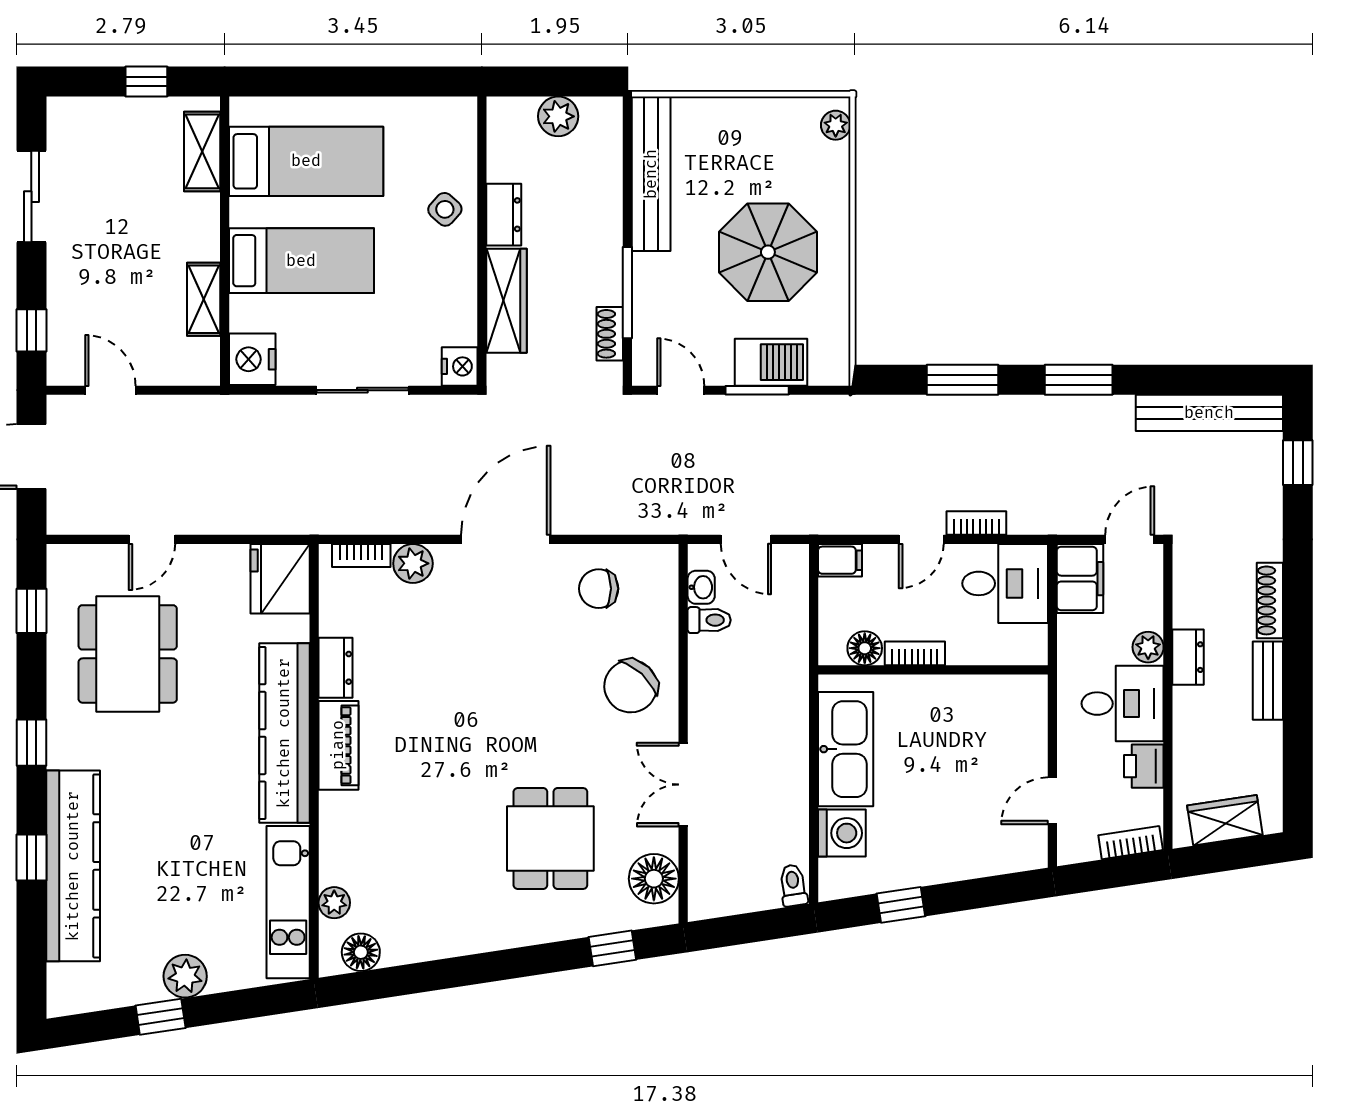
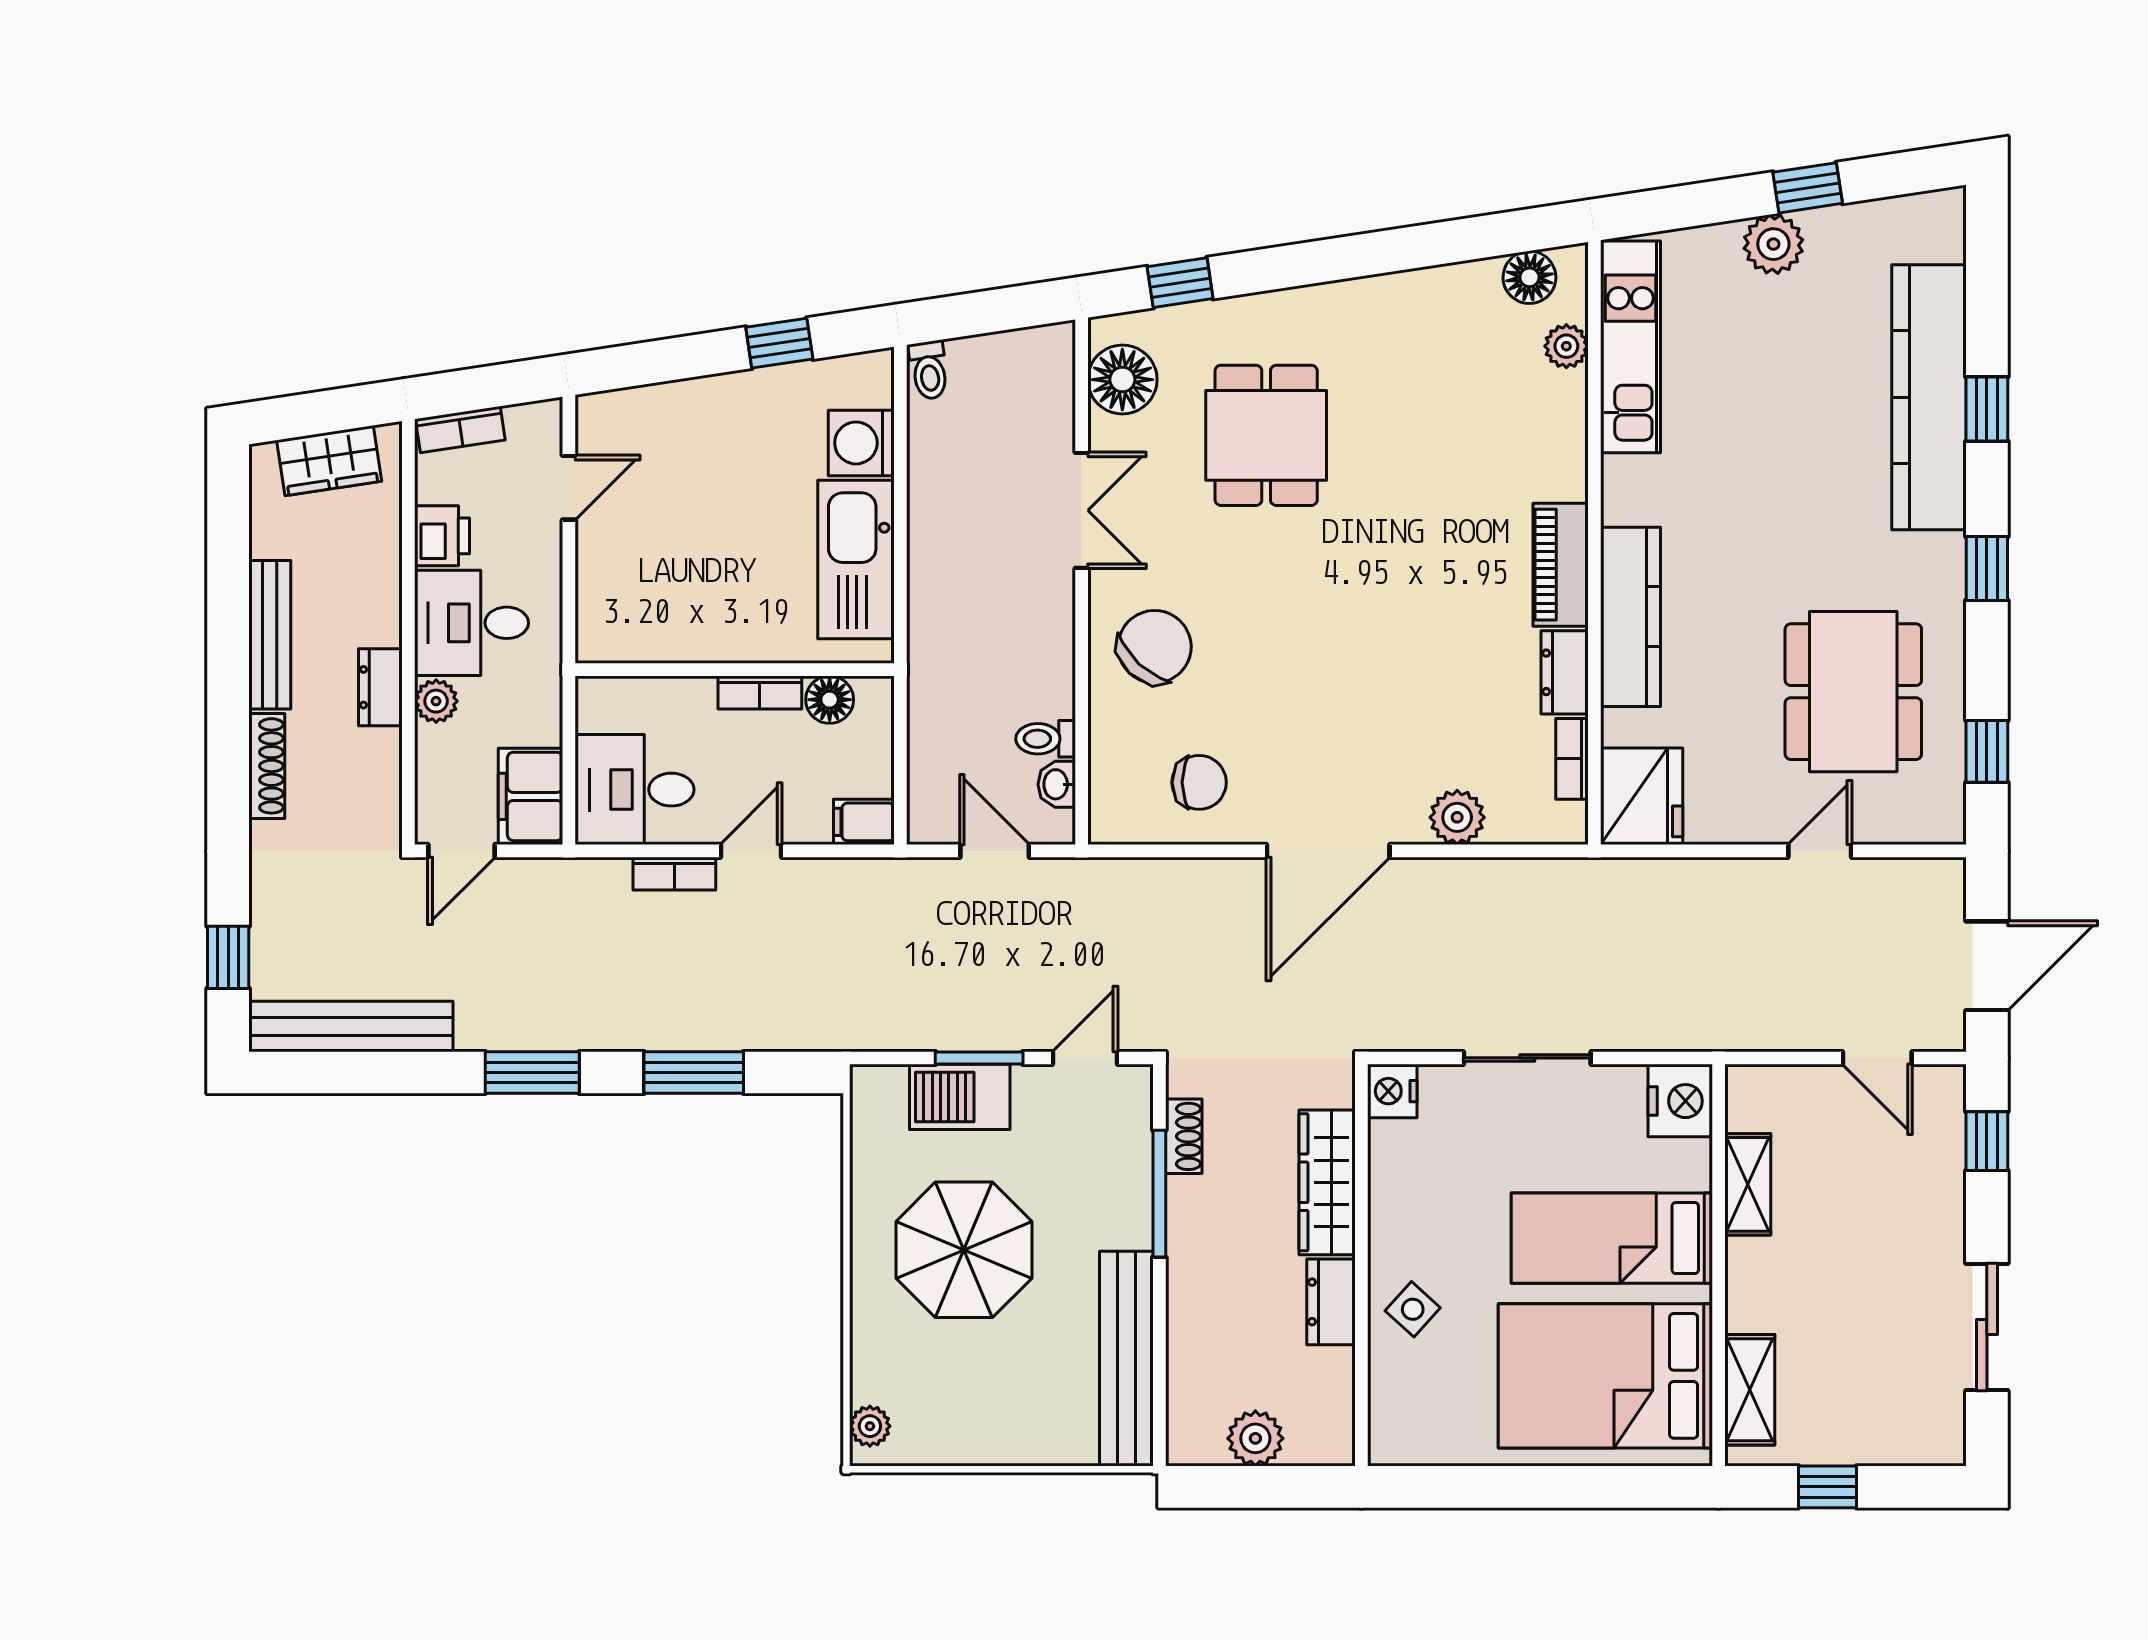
bed: (306, 161) -> (1605, 1376), width x1.50
door: (681, 390) -> (1085, 1058), swing flipped
bookcase: (361, 555) -> (1572, 759), moved, turned -90
bench: (1268, 681) -> (270, 635), width x1.36
kitchen counter: (284, 733) -> (1631, 617), width x0.72, depth x0.86

